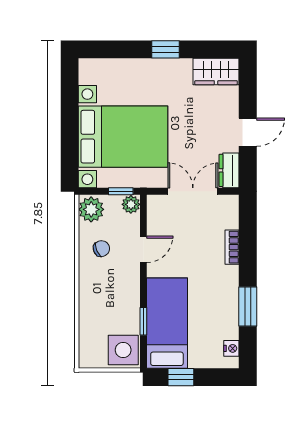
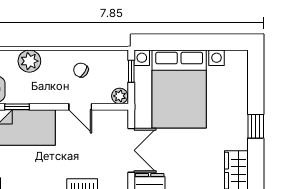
window: (121, 191) -> (131, 71), moved
plant: (91, 209) -> (29, 61), moved
chair: (101, 249) -> (81, 70), turned 146

